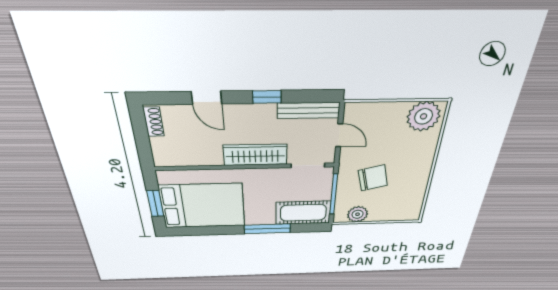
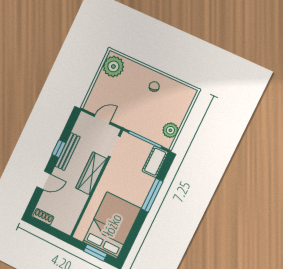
bench: (308, 110) -> (68, 152), moved
chair: (373, 178) -> (154, 86), moved, width x0.54, depth x0.54
cot: (303, 213) -> (155, 162), width x0.73, depth x0.75

